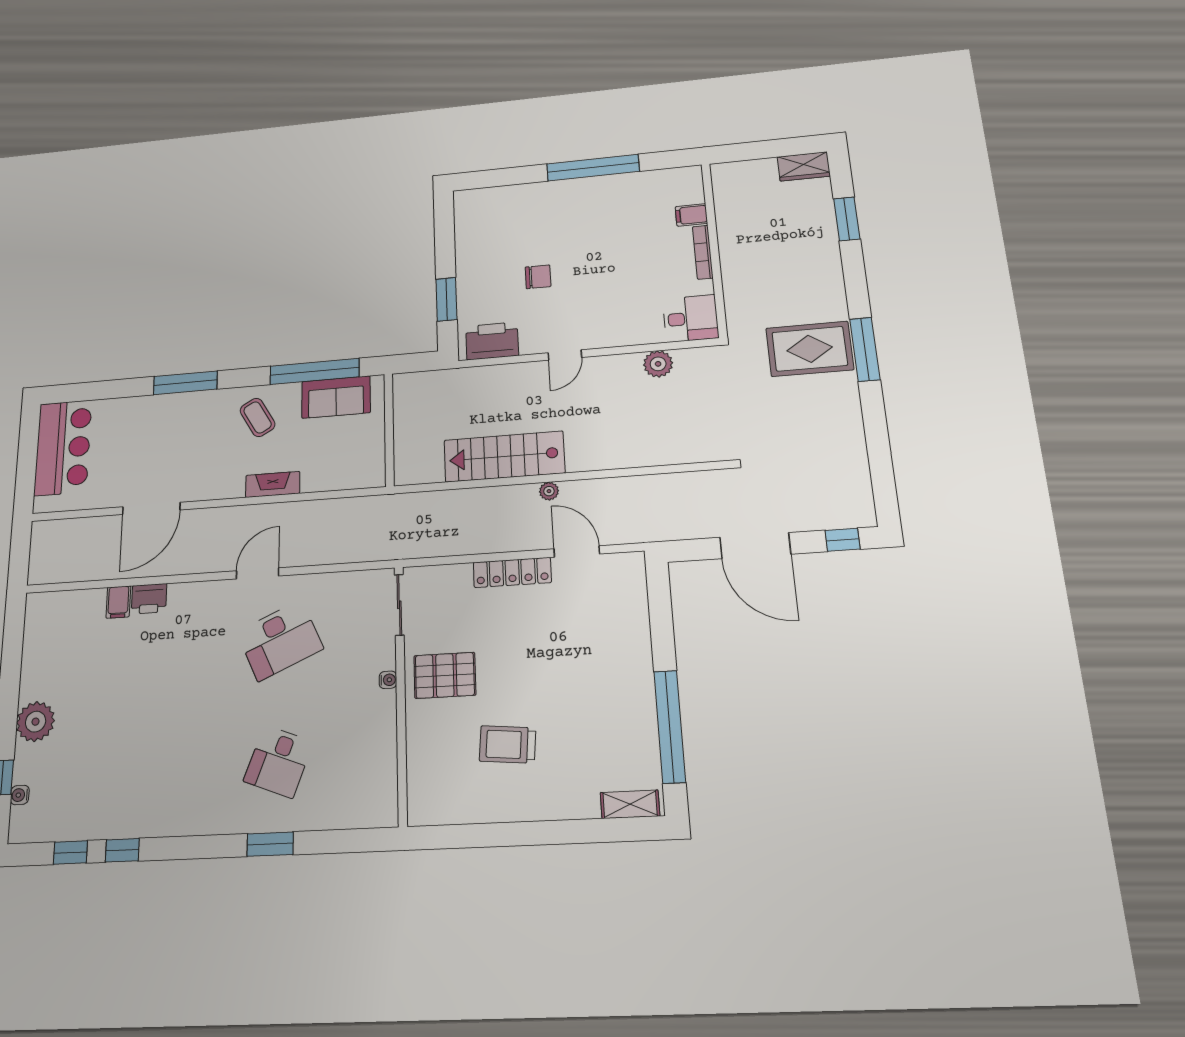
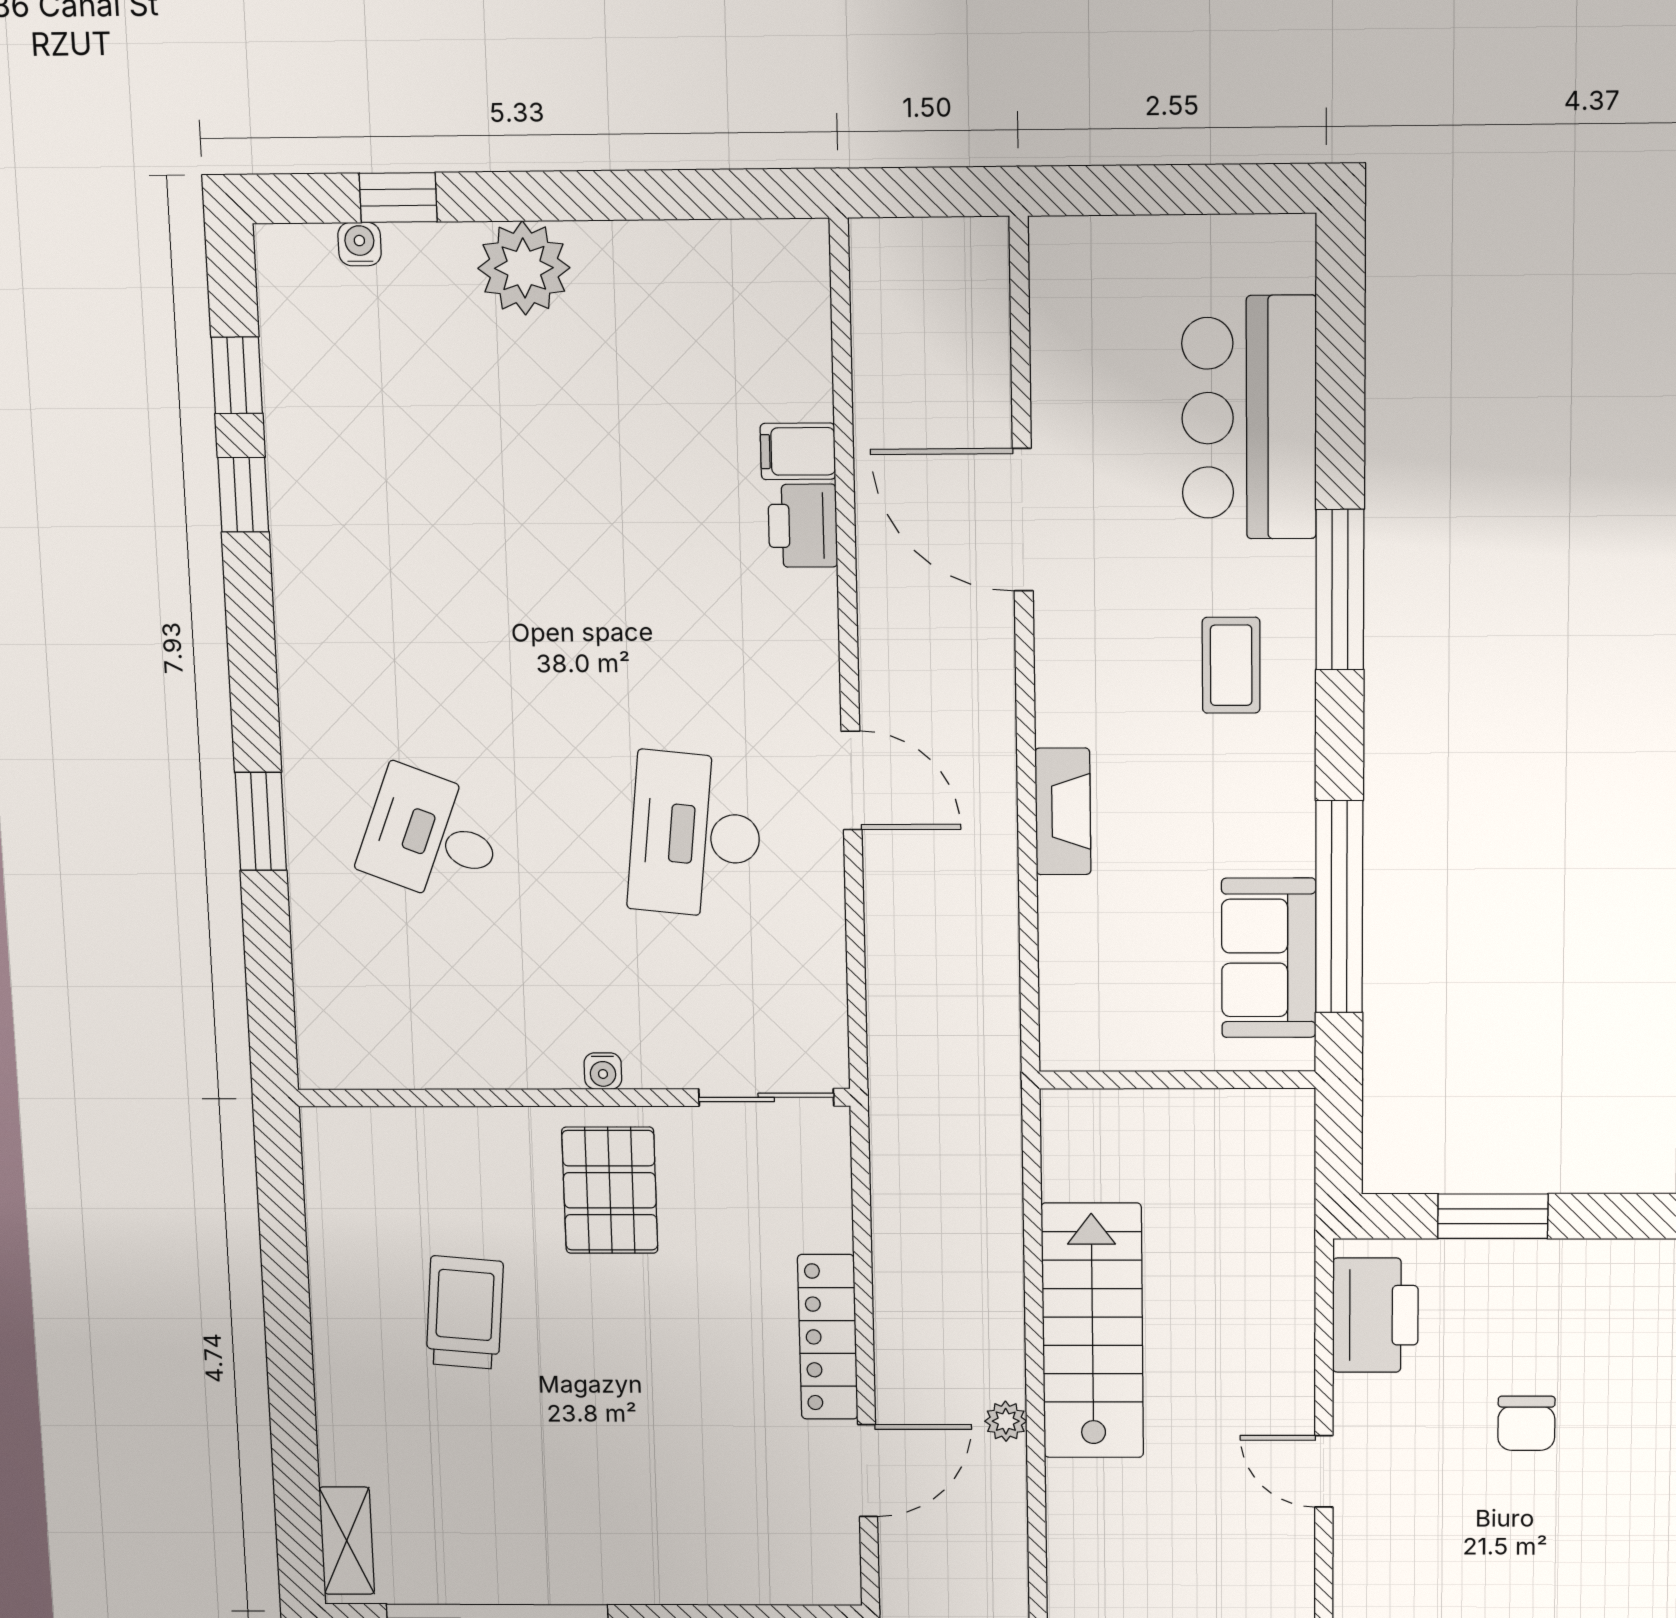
coffee table: (258, 417) -> (1231, 665), moved, turned -60
bar counter: (63, 448) -> (1249, 418), moved, turned 90
desk: (280, 640) -> (696, 835), turned 30

